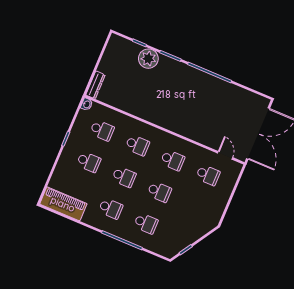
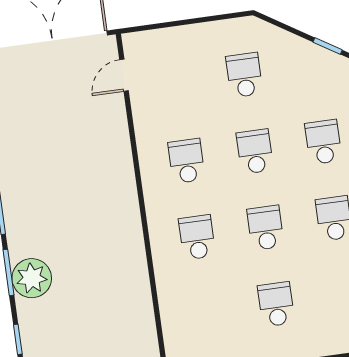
plant: (148, 59) -> (32, 278), moved
school desk: (102, 130) -> (208, 314), removed
school desk: (208, 175) -> (244, 75), moved

